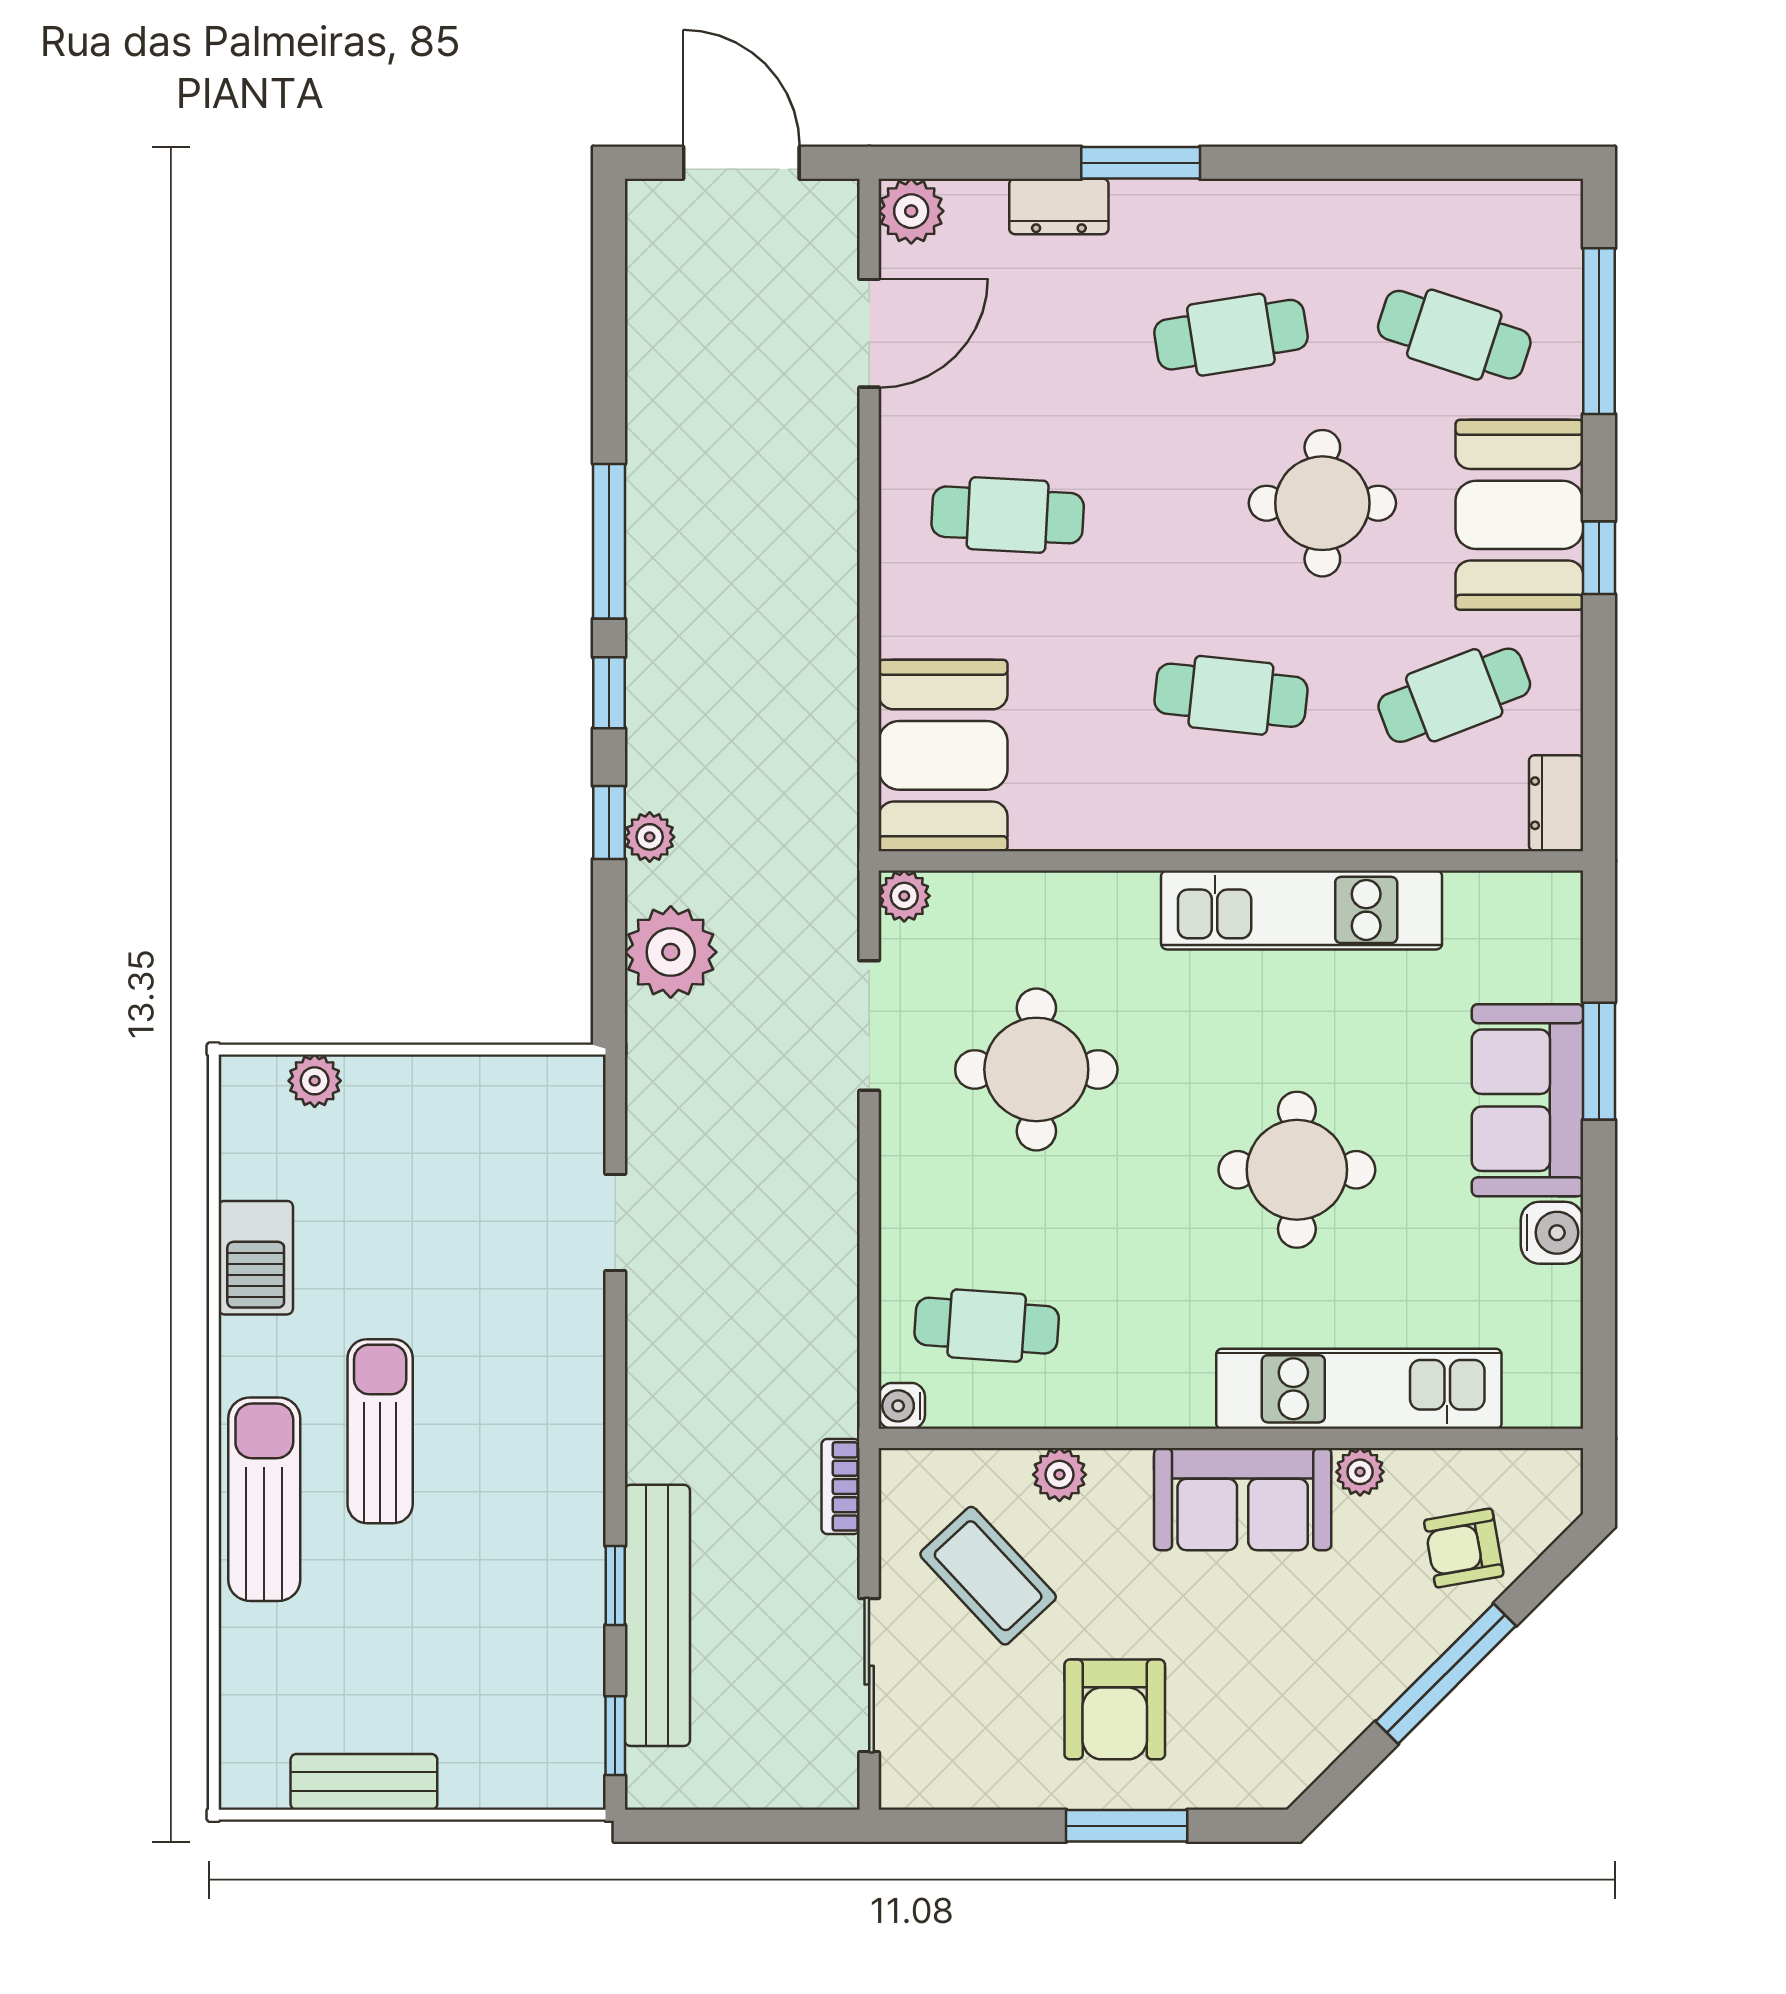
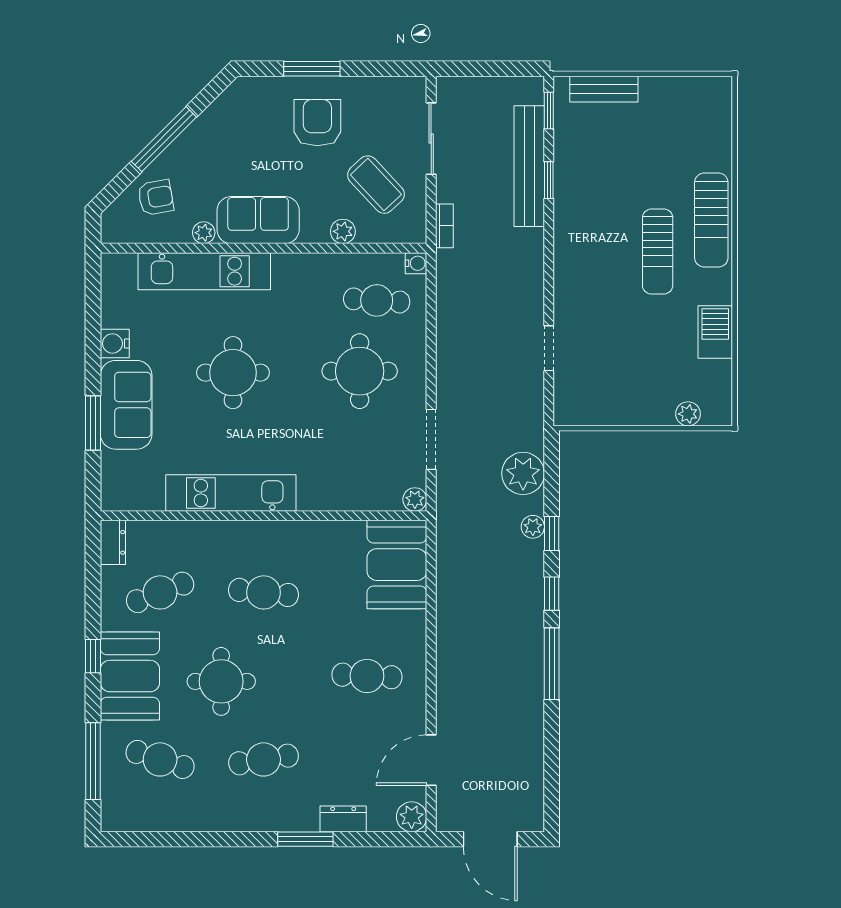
round table: (1036, 1069) -> (360, 371), moved
bench: (364, 1782) -> (604, 89), moved

